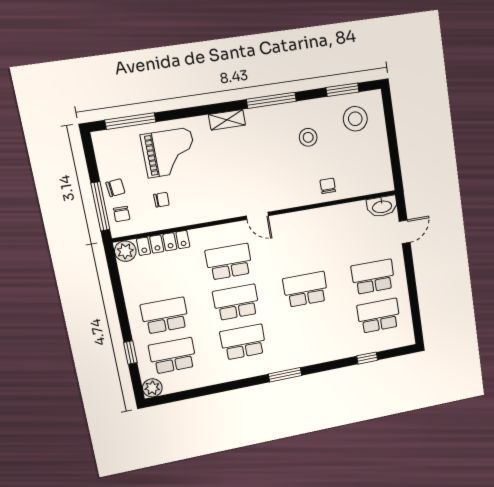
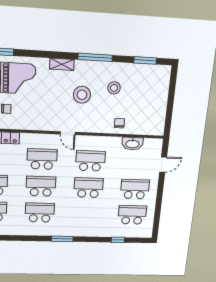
stool: (355, 119) -> (82, 95), moved
washbasin: (382, 206) -> (132, 144), moved
school desk: (299, 249) -> (90, 161), added

